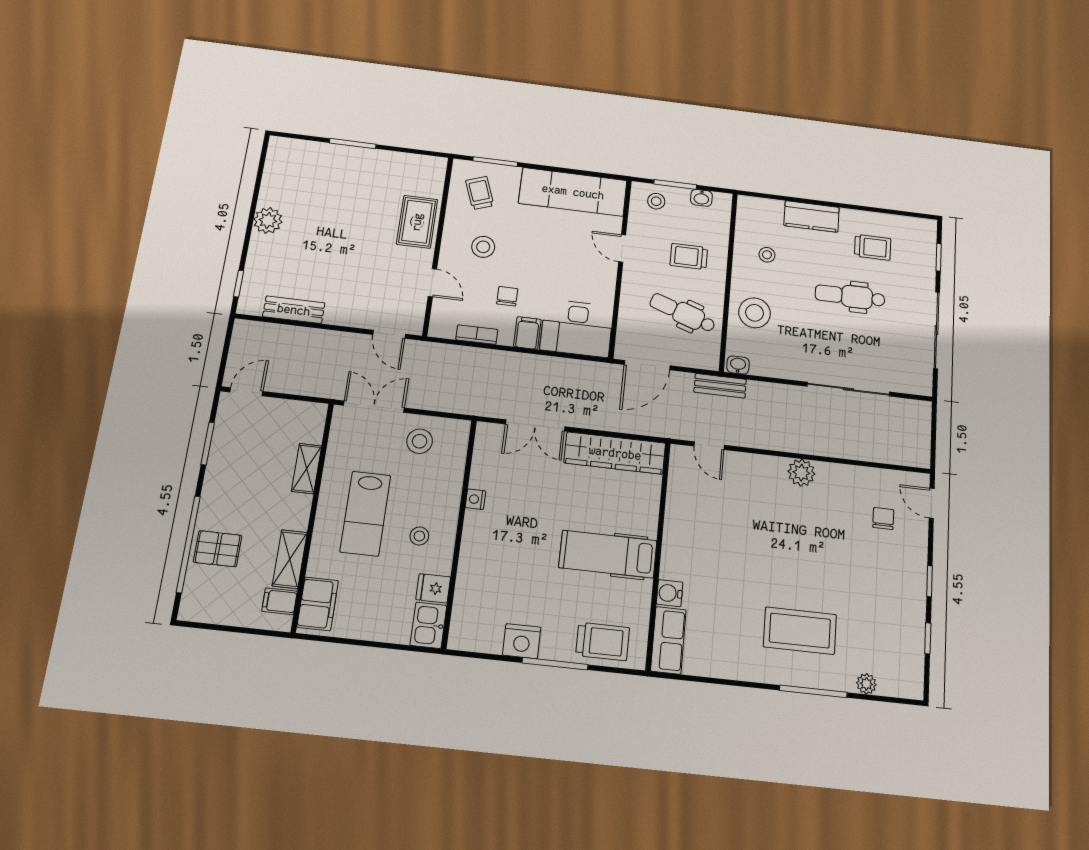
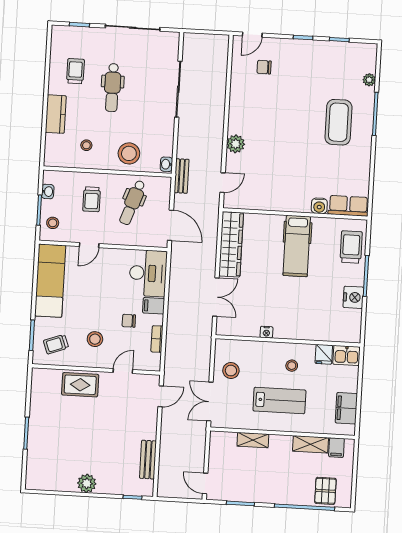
plant: (801, 473) -> (236, 144), moved
pallet: (218, 549) -> (325, 491), moved
filing cabinet: (318, 604) -> (346, 408), moved, turned -90

